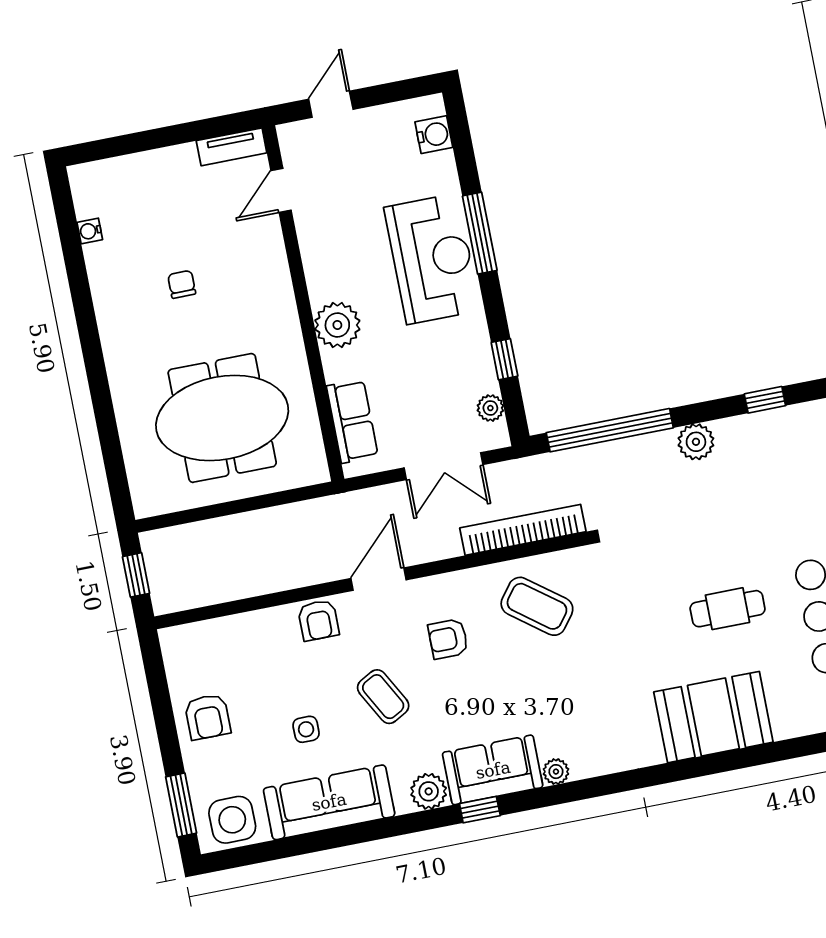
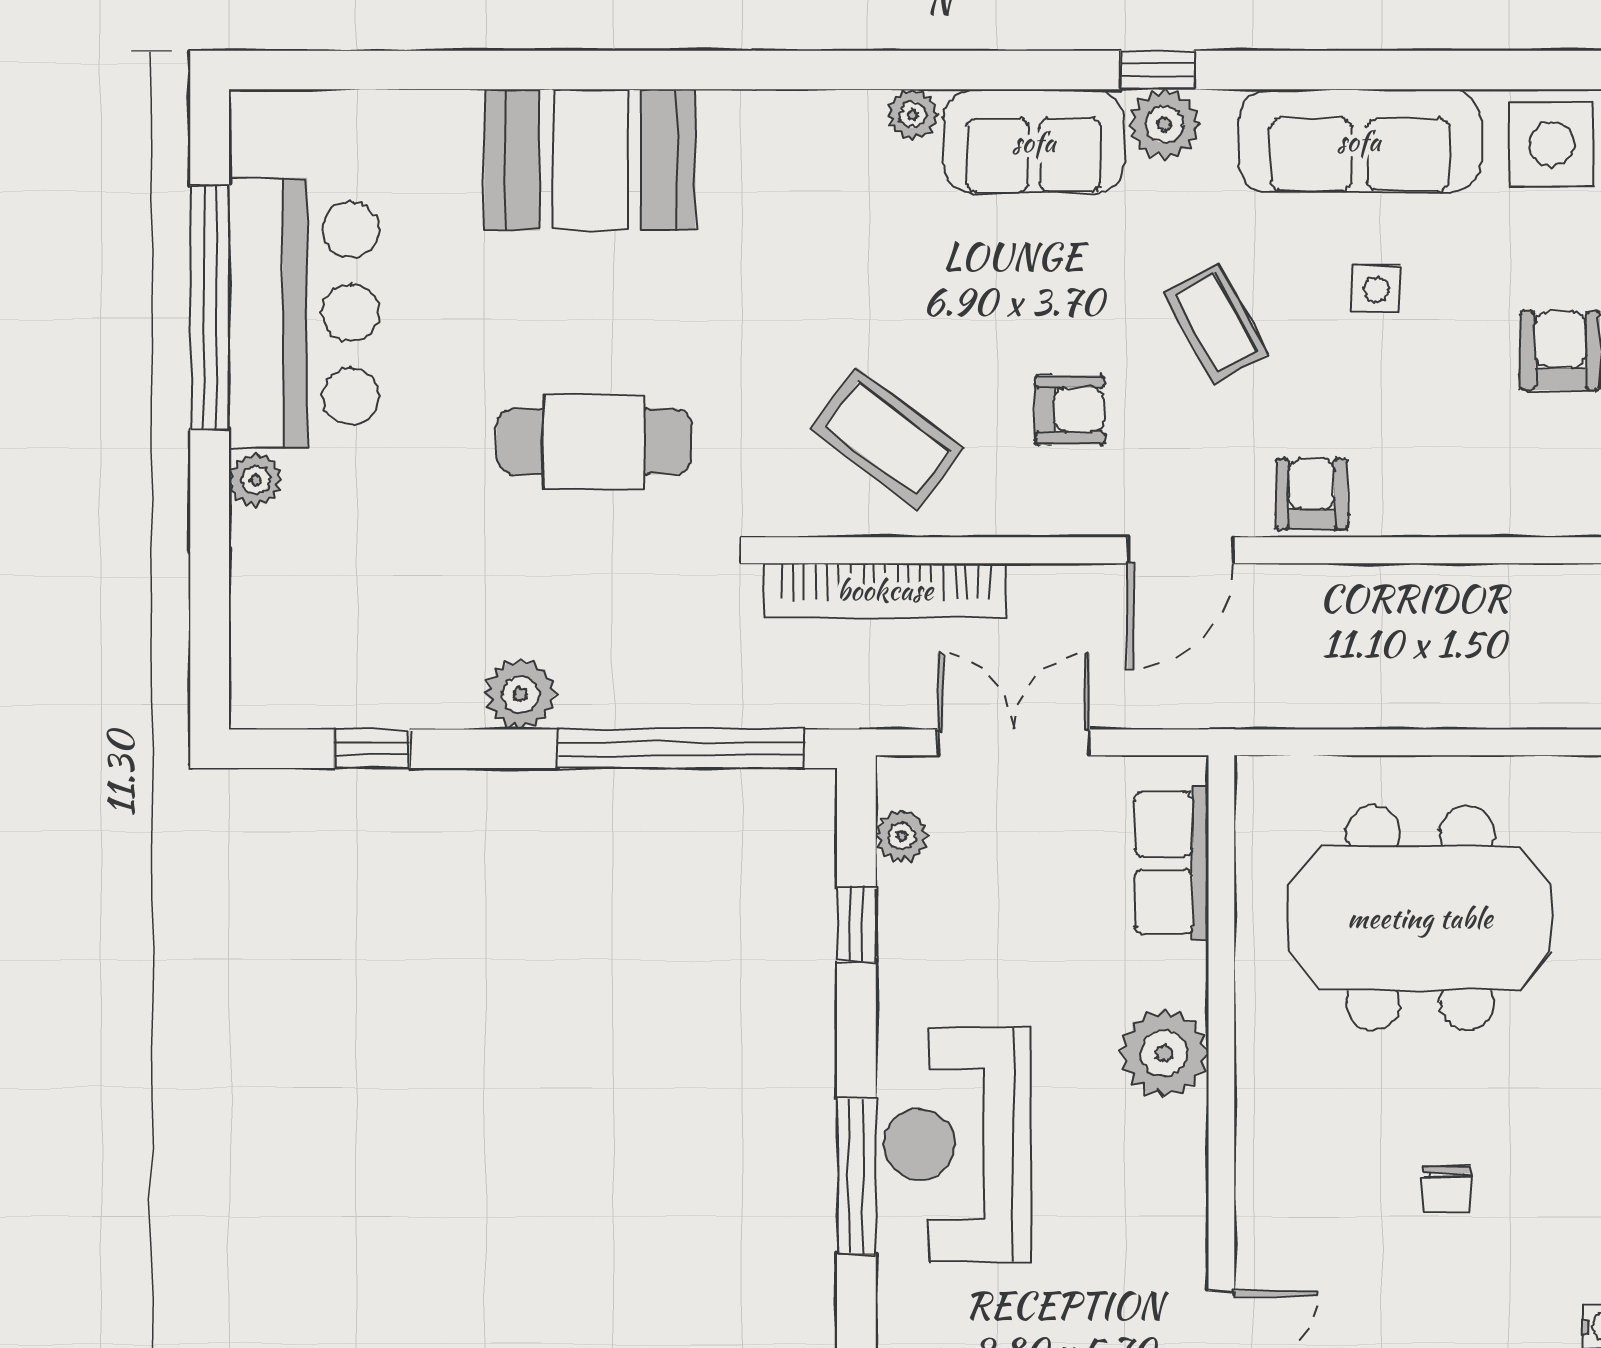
cafe table: (728, 609) -> (594, 441), moved, width x1.37, depth x1.35
window: (480, 810) -> (1158, 70), moved

